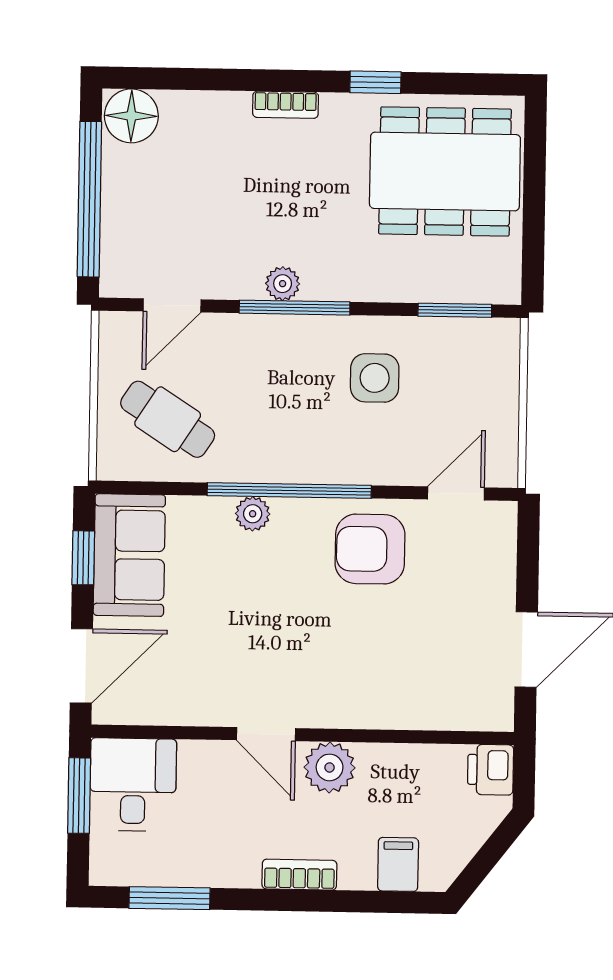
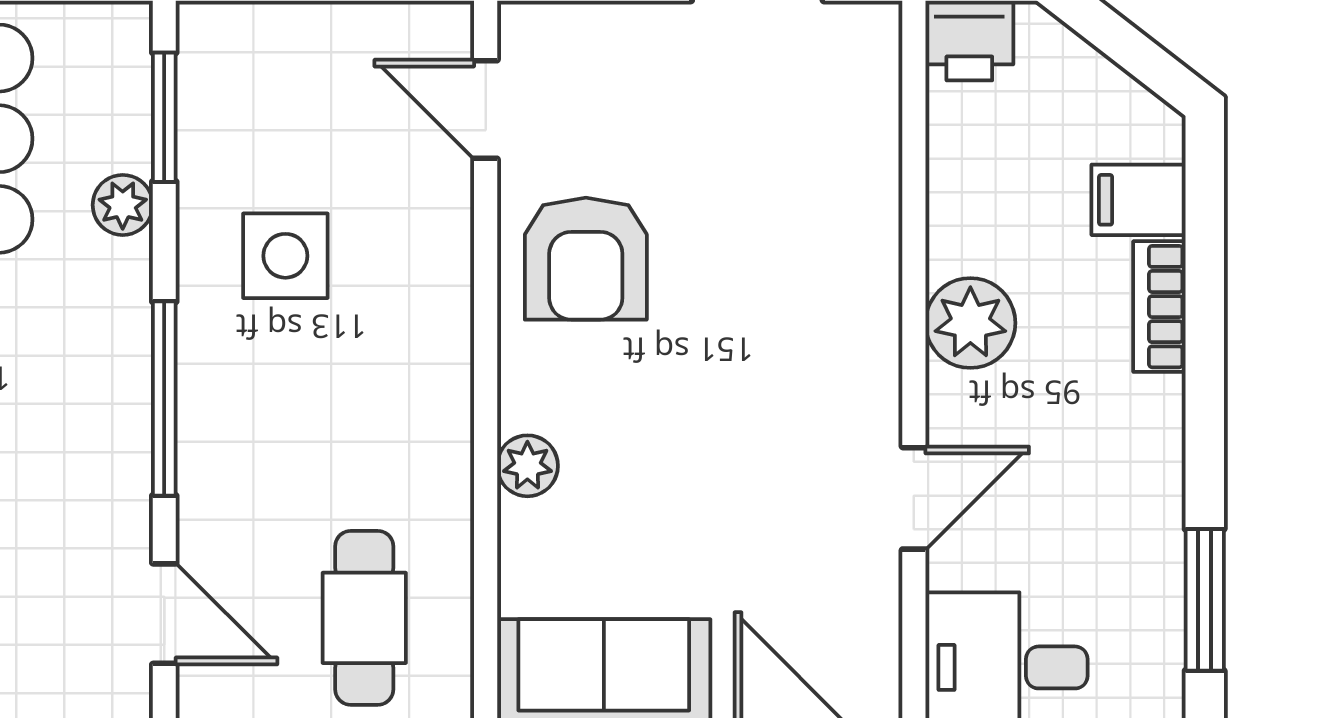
plant: (283, 284) -> (123, 205), moved
cafe table: (168, 419) -> (364, 618), turned -33
window: (289, 490) -> (486, 402), removed
door: (266, 734) -> (914, 498), moved
bookcase: (299, 875) -> (1159, 307), moved

